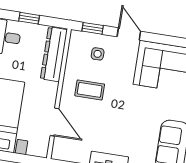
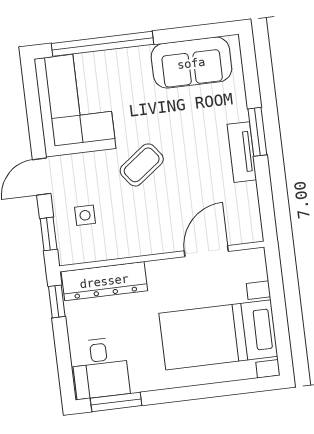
window: (29, 18) -> (57, 301), moved
coffee table: (90, 90) -> (142, 165), moved, turned 53

